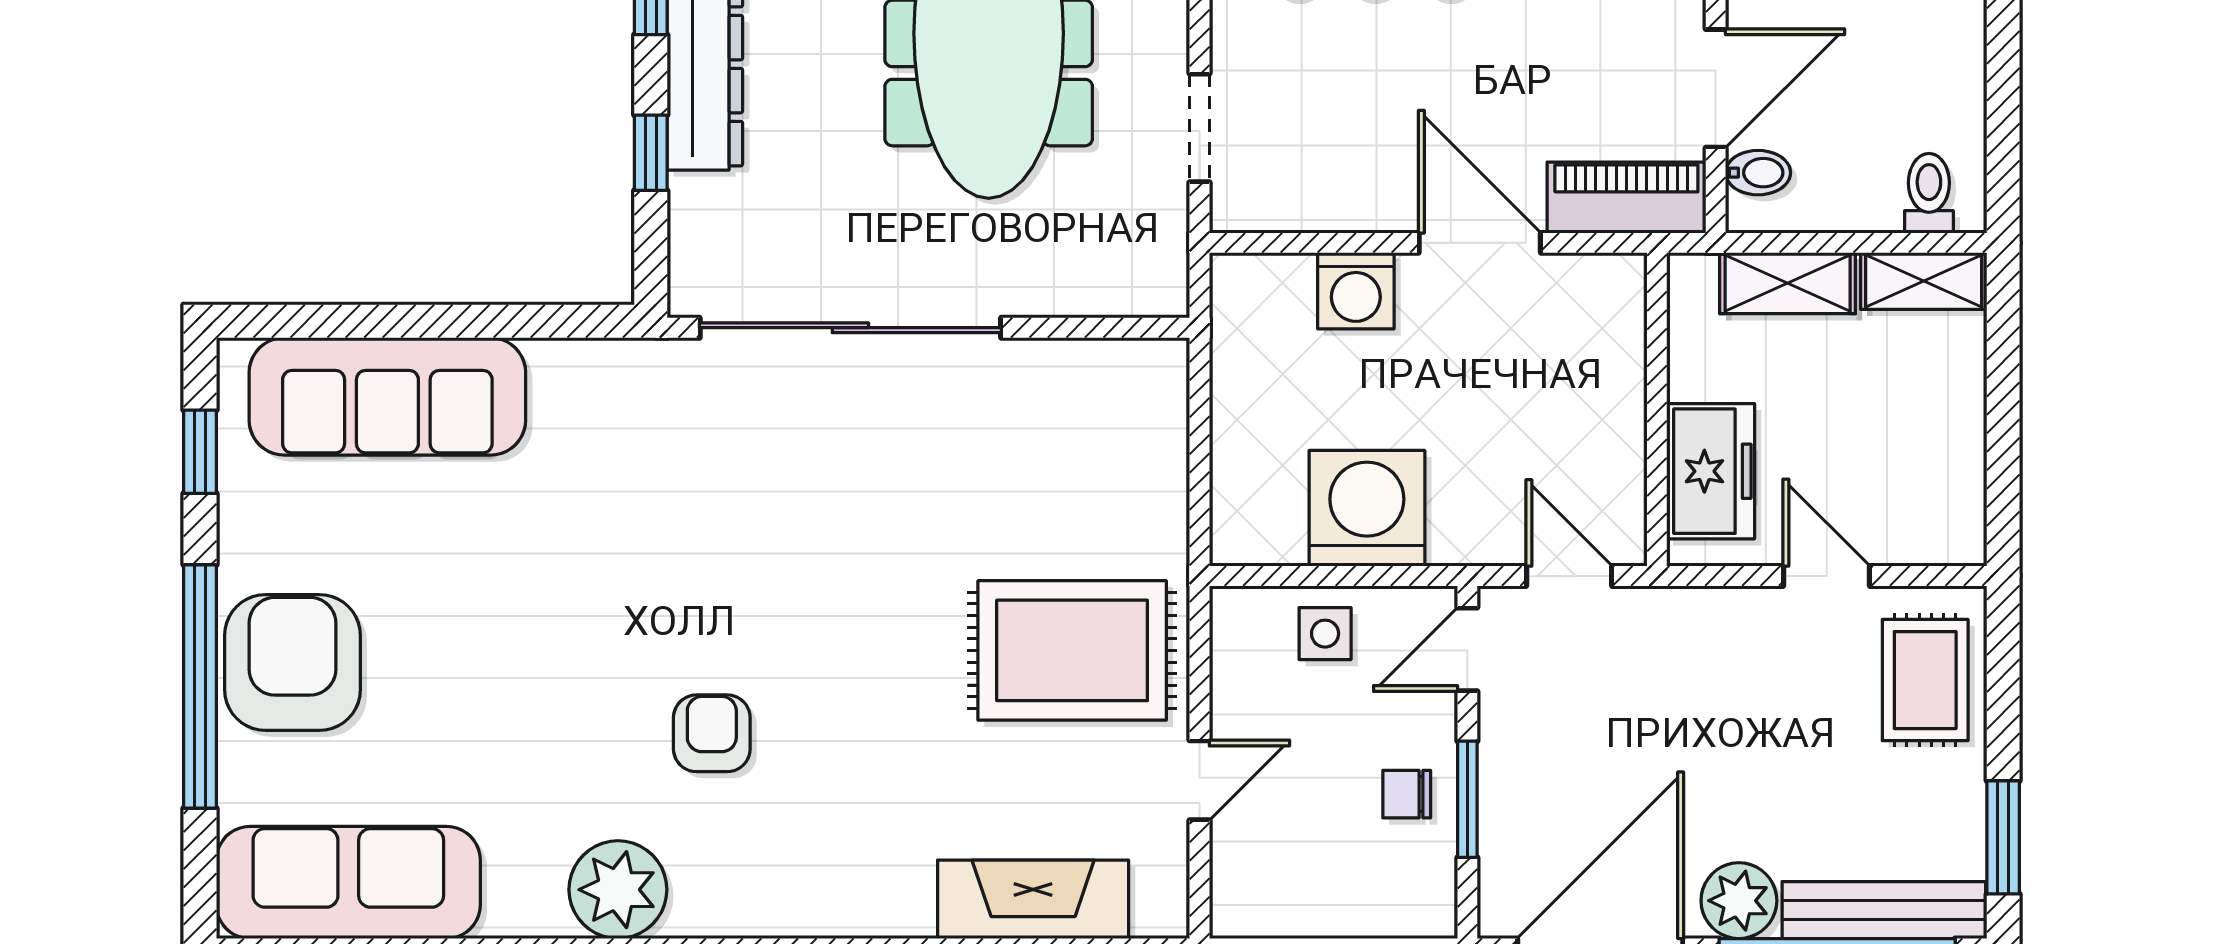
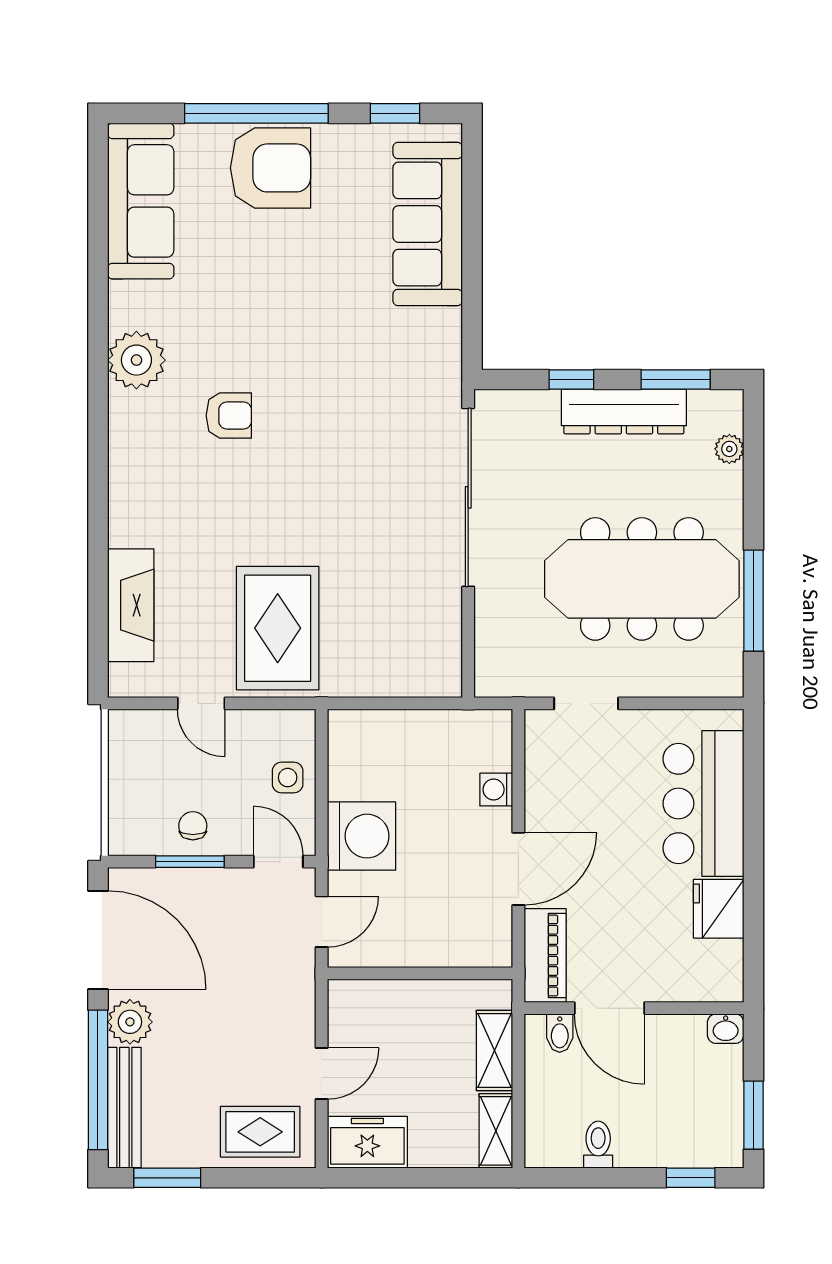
toilet: (1929, 193) -> (598, 1145), moved, turned -90
washing machine: (1356, 291) -> (496, 790), width x0.73, depth x0.73
freezer: (1711, 471) -> (367, 1142), moved, turned 180
washing machine: (1367, 508) -> (362, 836), moved

